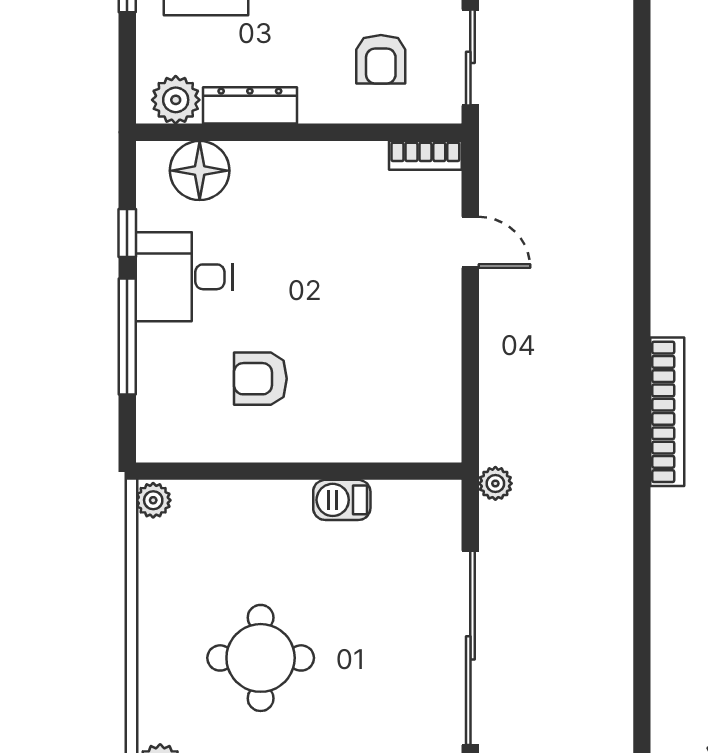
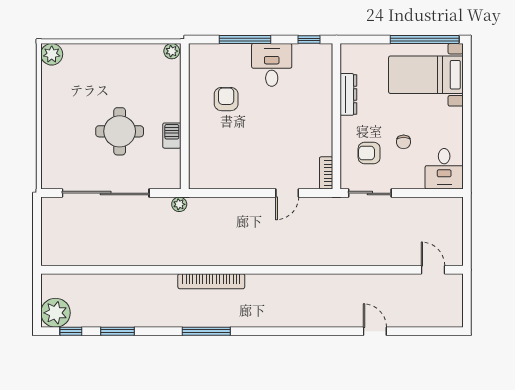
plant: (176, 100) -> (351, 61), removed
floor lamp: (200, 171) -> (319, 72), removed
window: (127, 233) -> (309, 39), moved
round table: (261, 658) -> (120, 131), moved

